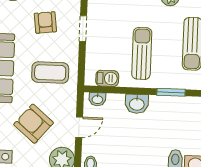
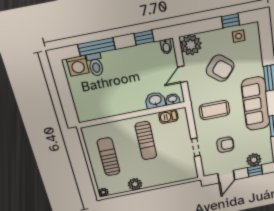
armchair: (45, 22) -> (225, 145), turned -83
window: (171, 92) -> (115, 118), removed
washbasin: (137, 104) -> (155, 100), moved

